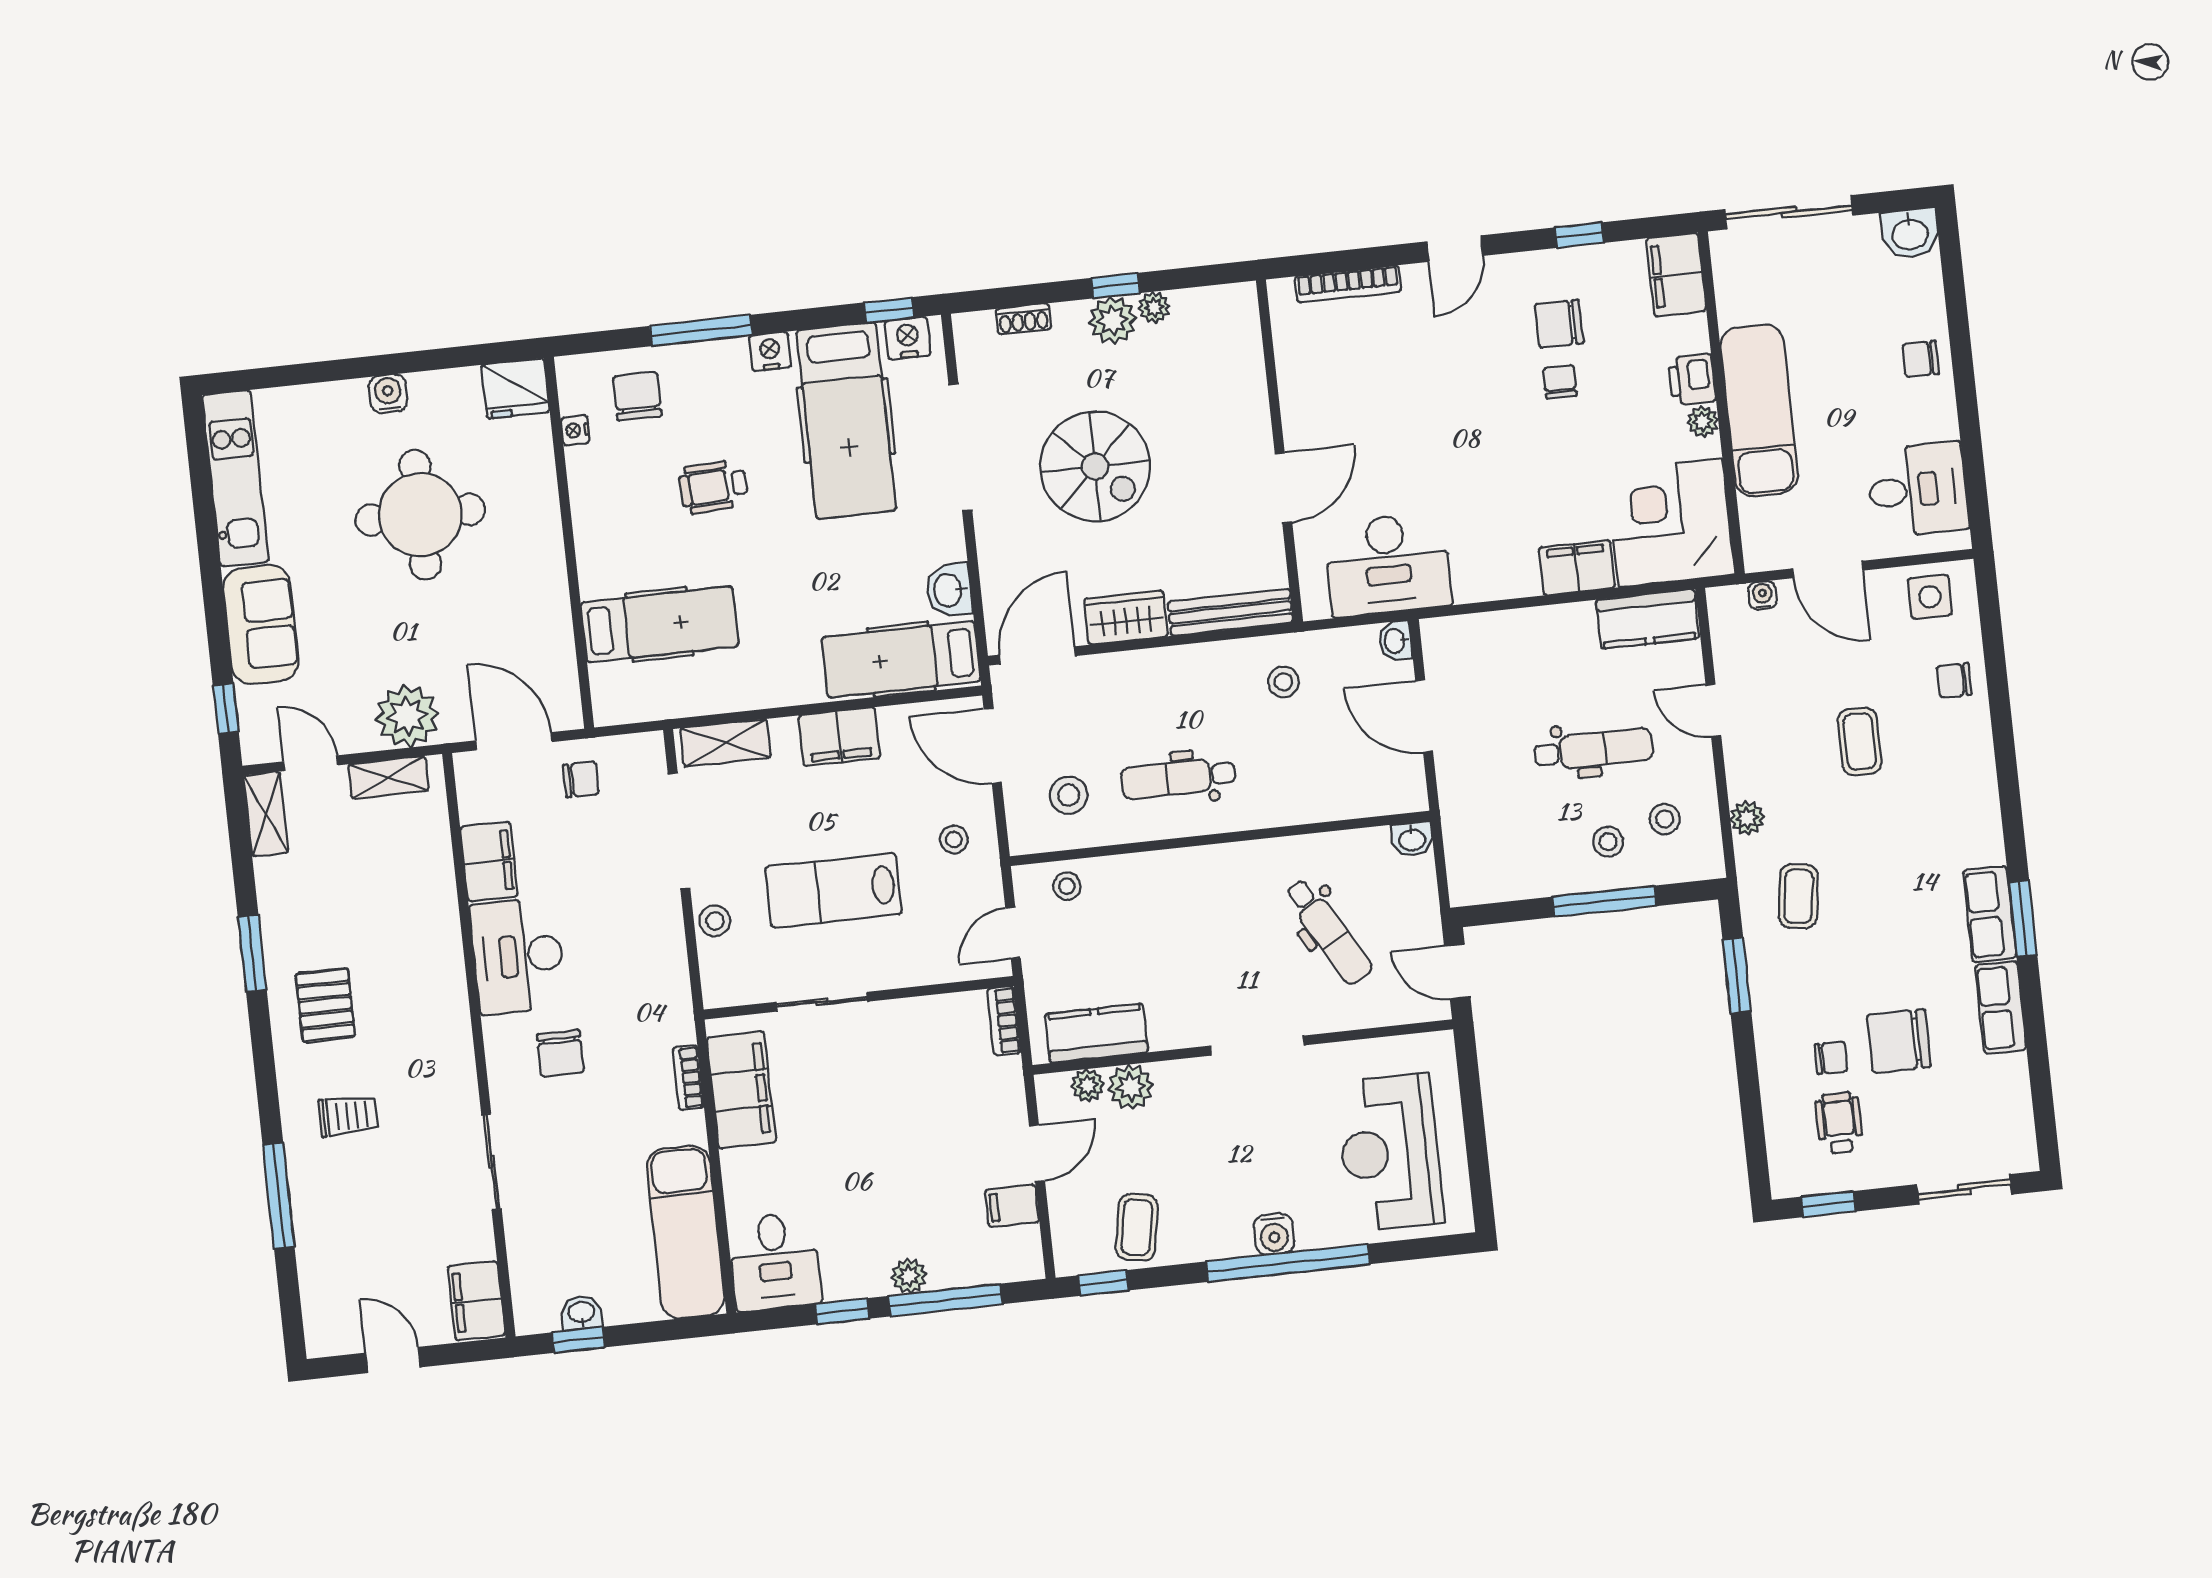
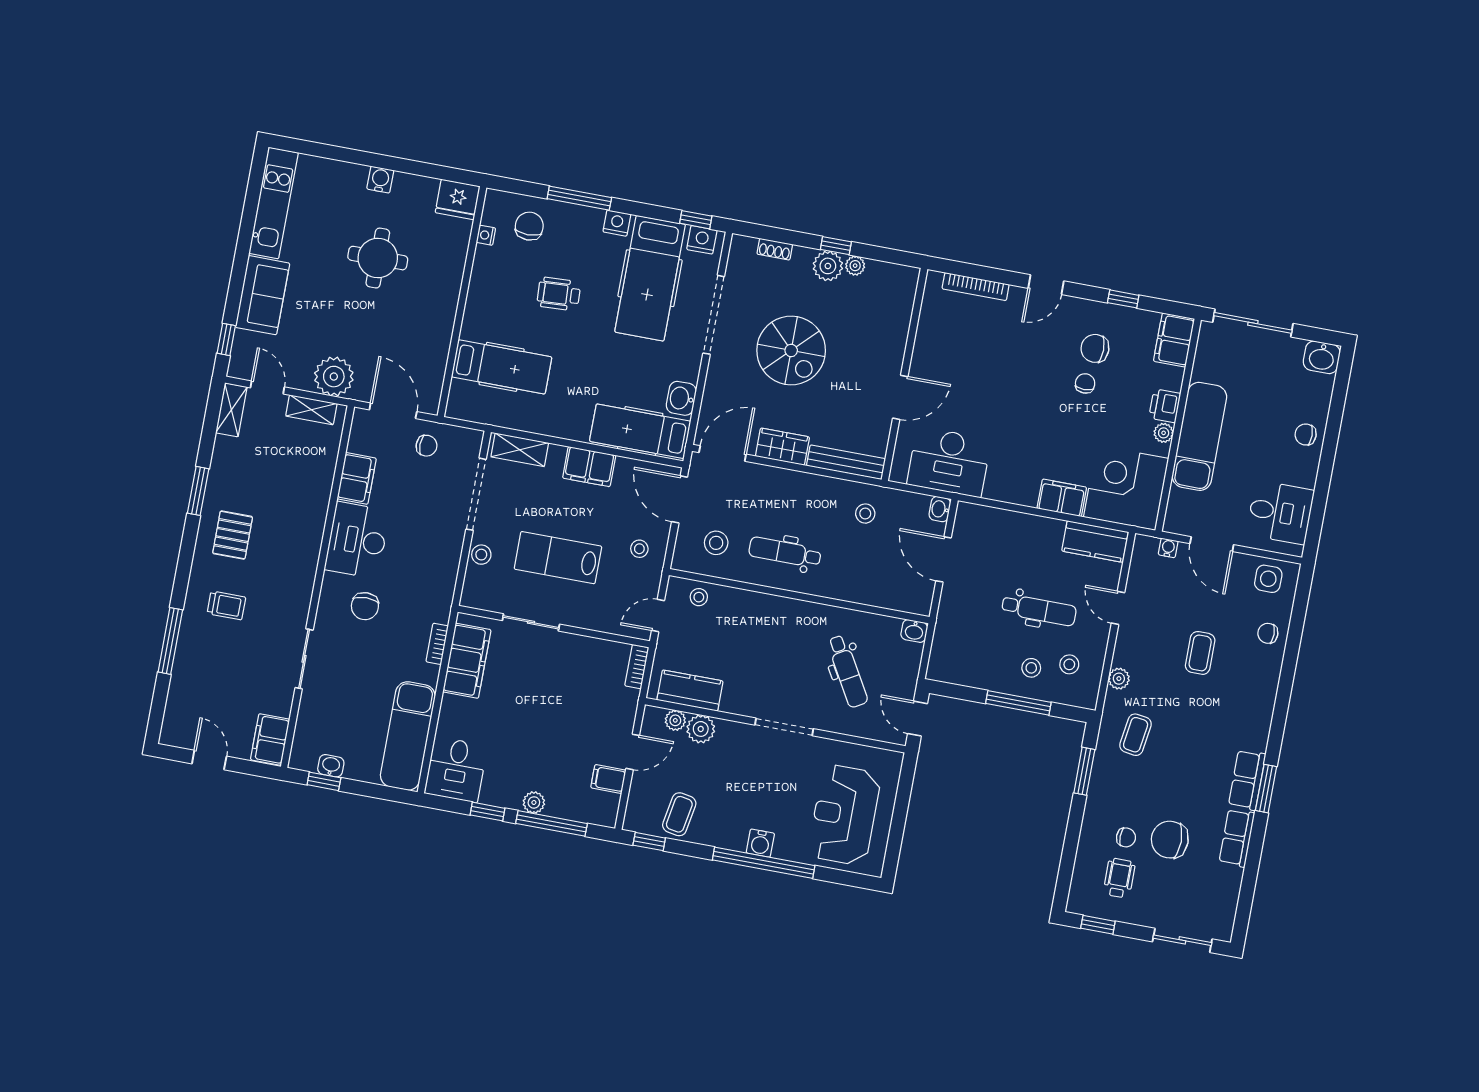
round table: (420, 515) -> (378, 258), width x0.73, depth x0.73

